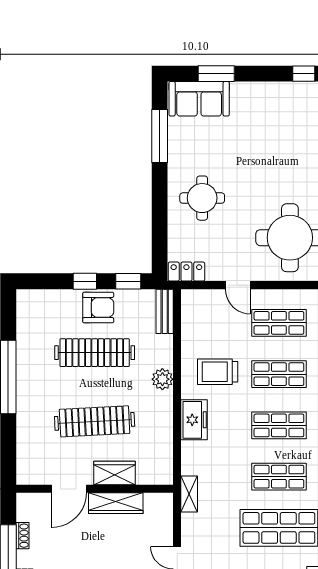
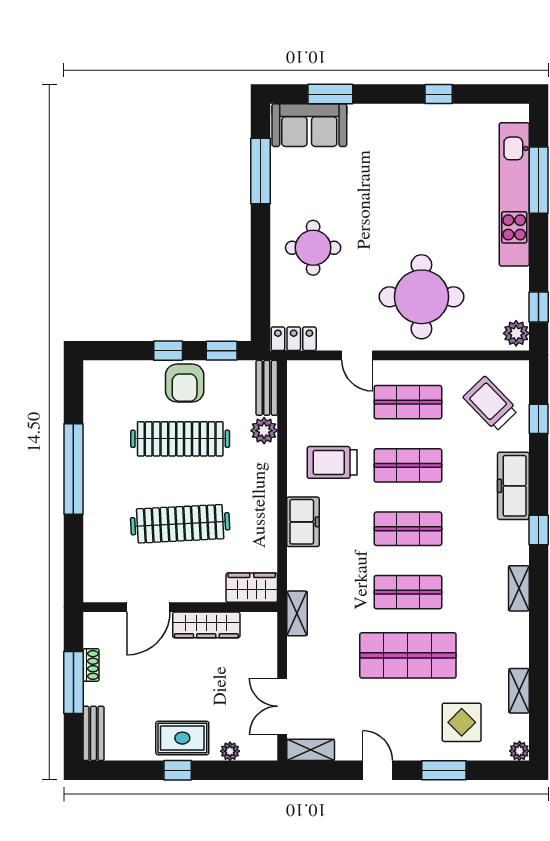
armchair: (98, 307) -> (185, 383), turned 90
plant: (162, 379) -> (264, 431), moved
wardrobe: (114, 473) -> (252, 588), moved

